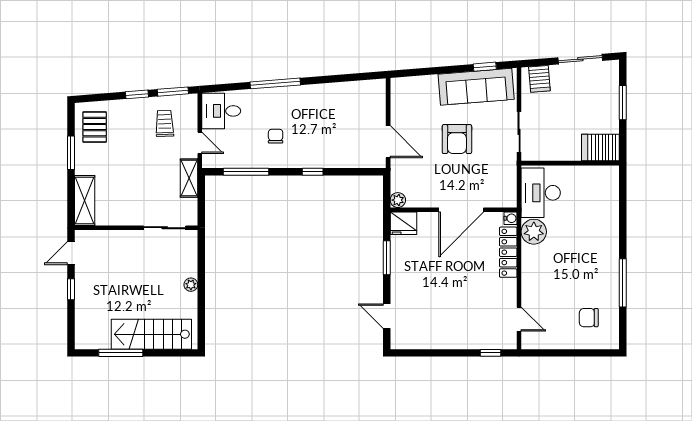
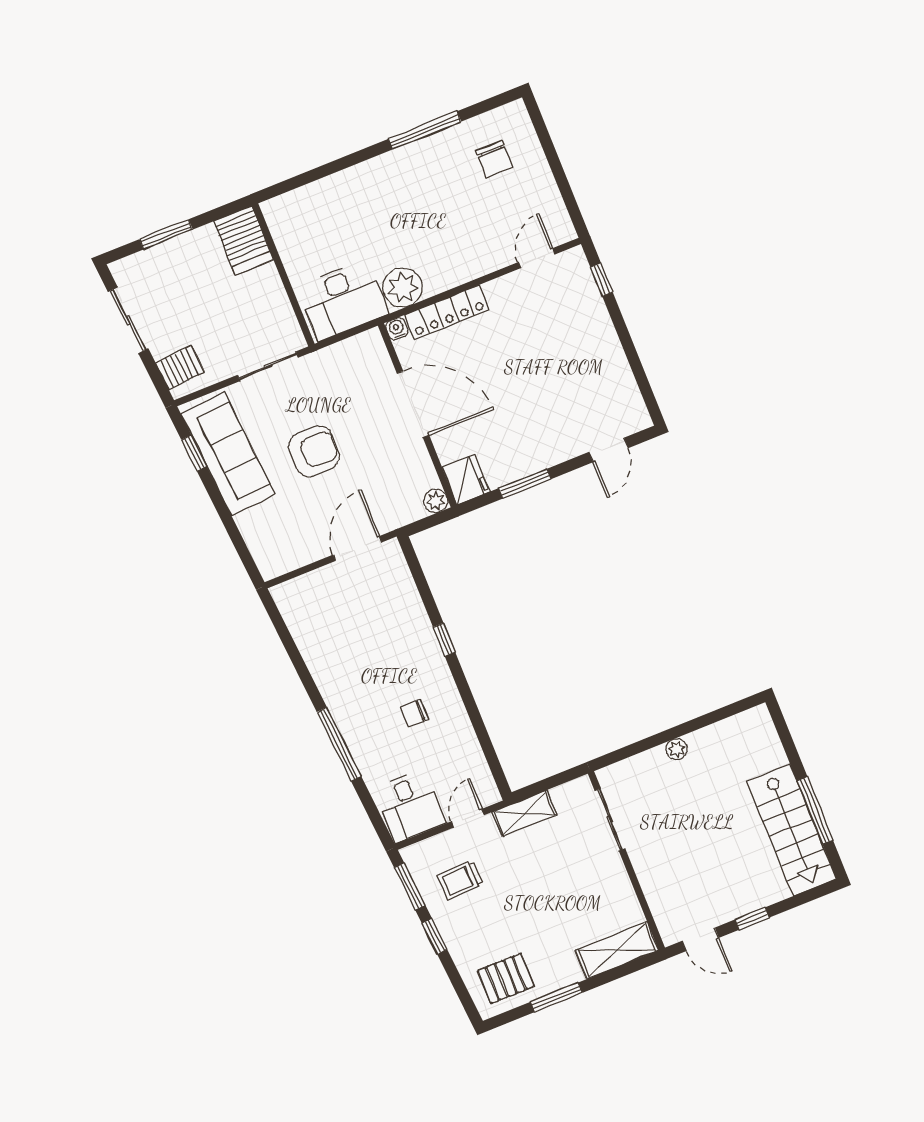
window: (246, 172) -> (483, 735), removed
stairs: (151, 334) -> (792, 830), moved

